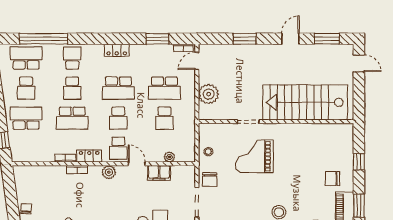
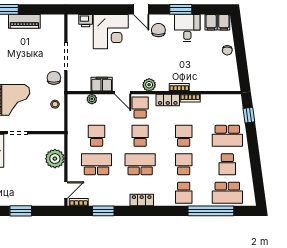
school desk: (26, 88) -> (227, 164), turned 180
school desk: (72, 118) -> (184, 136), width x0.54

